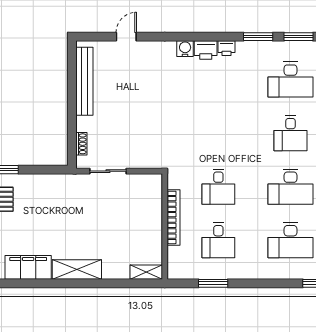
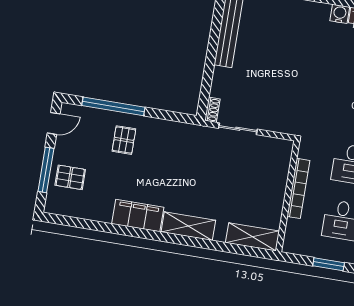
shoe rack: (81, 144) -> (212, 110), moved
shelving: (146, 272) -> (252, 237), width x1.50, depth x1.33

